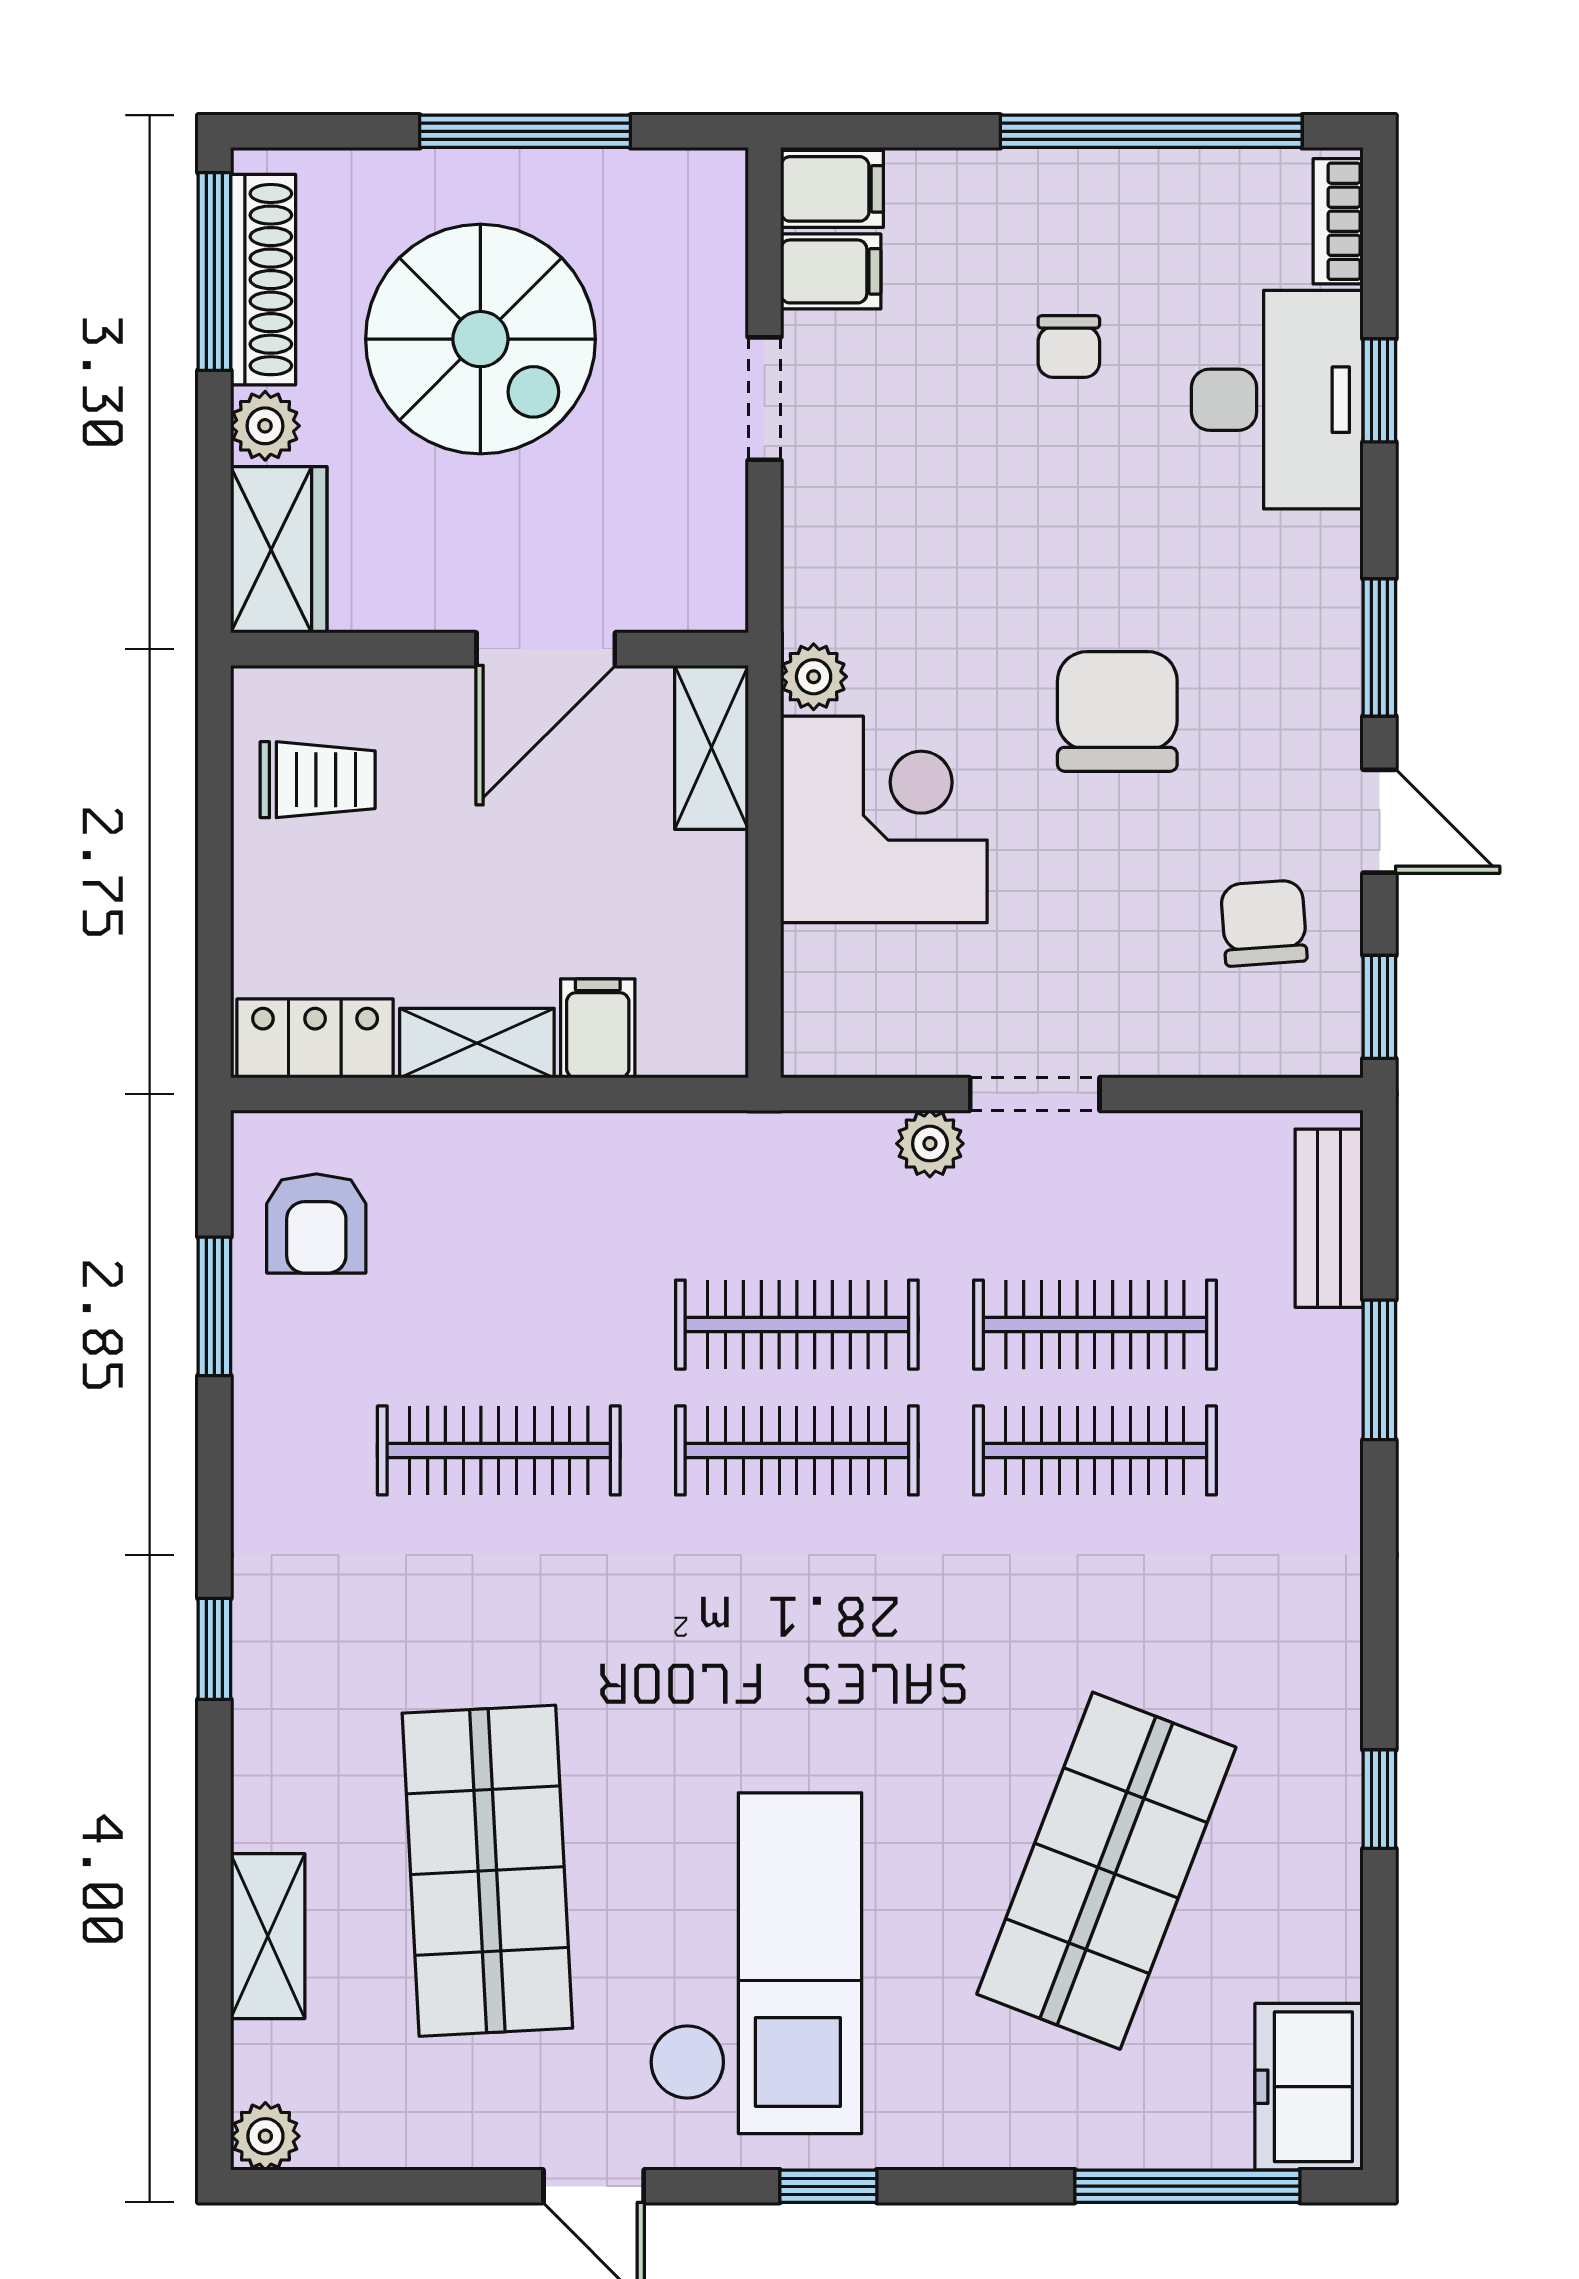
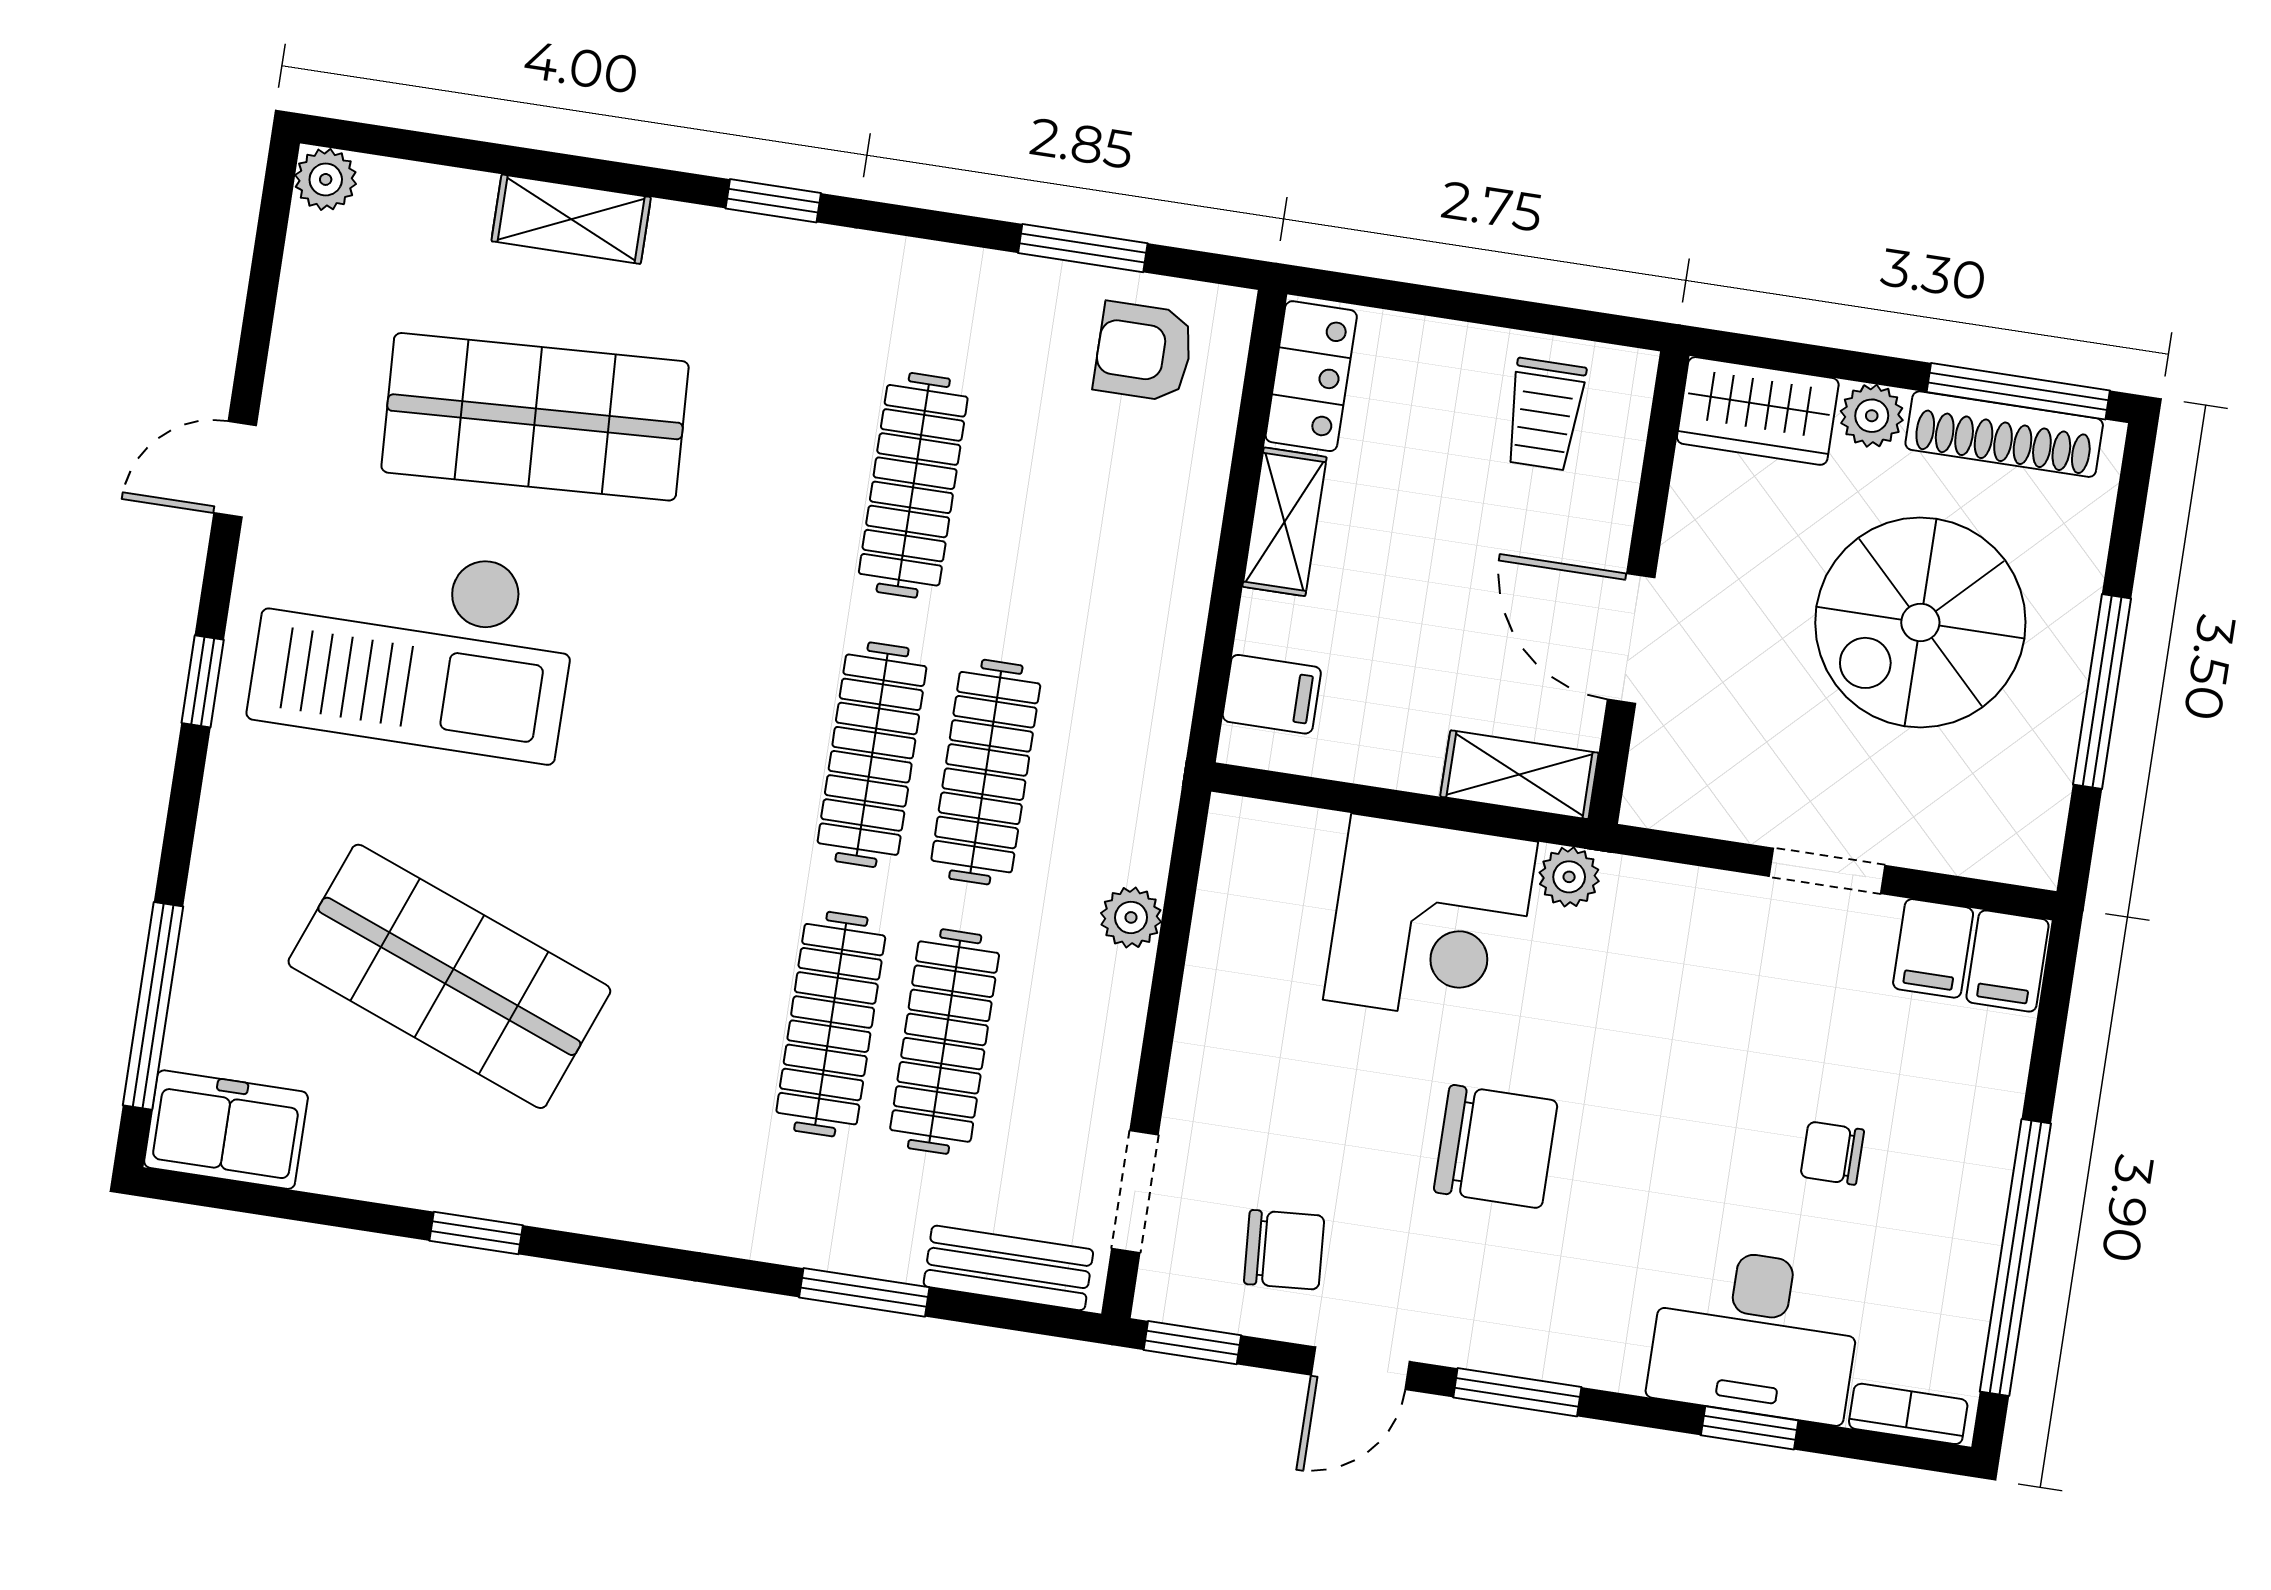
filing cabinet: (598, 1028) -> (1272, 694), moved
doorway: (1035, 1094) -> (1135, 1192), moved
shelving: (268, 1936) -> (571, 219), moved

